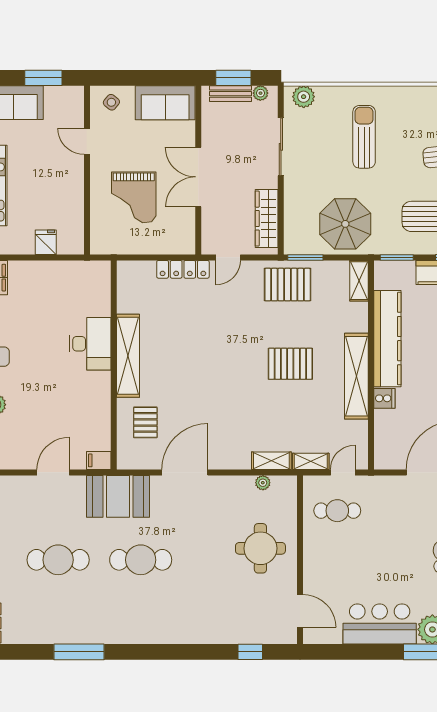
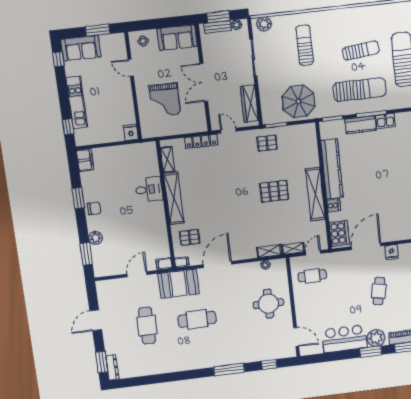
fridge: (46, 242) -> (131, 132), moved
door: (228, 257) -> (228, 131), swing flipped
shelving: (359, 281) -> (167, 159), moved
pallet: (288, 285) -> (267, 143), width x0.67, depth x0.71
desk: (90, 344) -> (149, 189), width x0.73
pallet: (145, 422) -> (190, 237), turned 90
cooker: (389, 446) -> (339, 233), added
filing cabinet: (128, 461) -> (182, 262), added
cafe table: (58, 560) -> (147, 326), turned 90
window: (79, 652) -> (229, 370), moved

